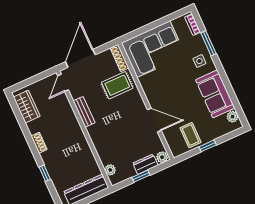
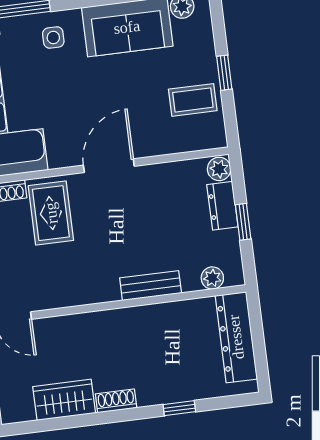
wardrobe: (27, 107) -> (64, 400), moved
bench: (84, 112) -> (151, 286), moved
door: (154, 120) -> (109, 166), moved

